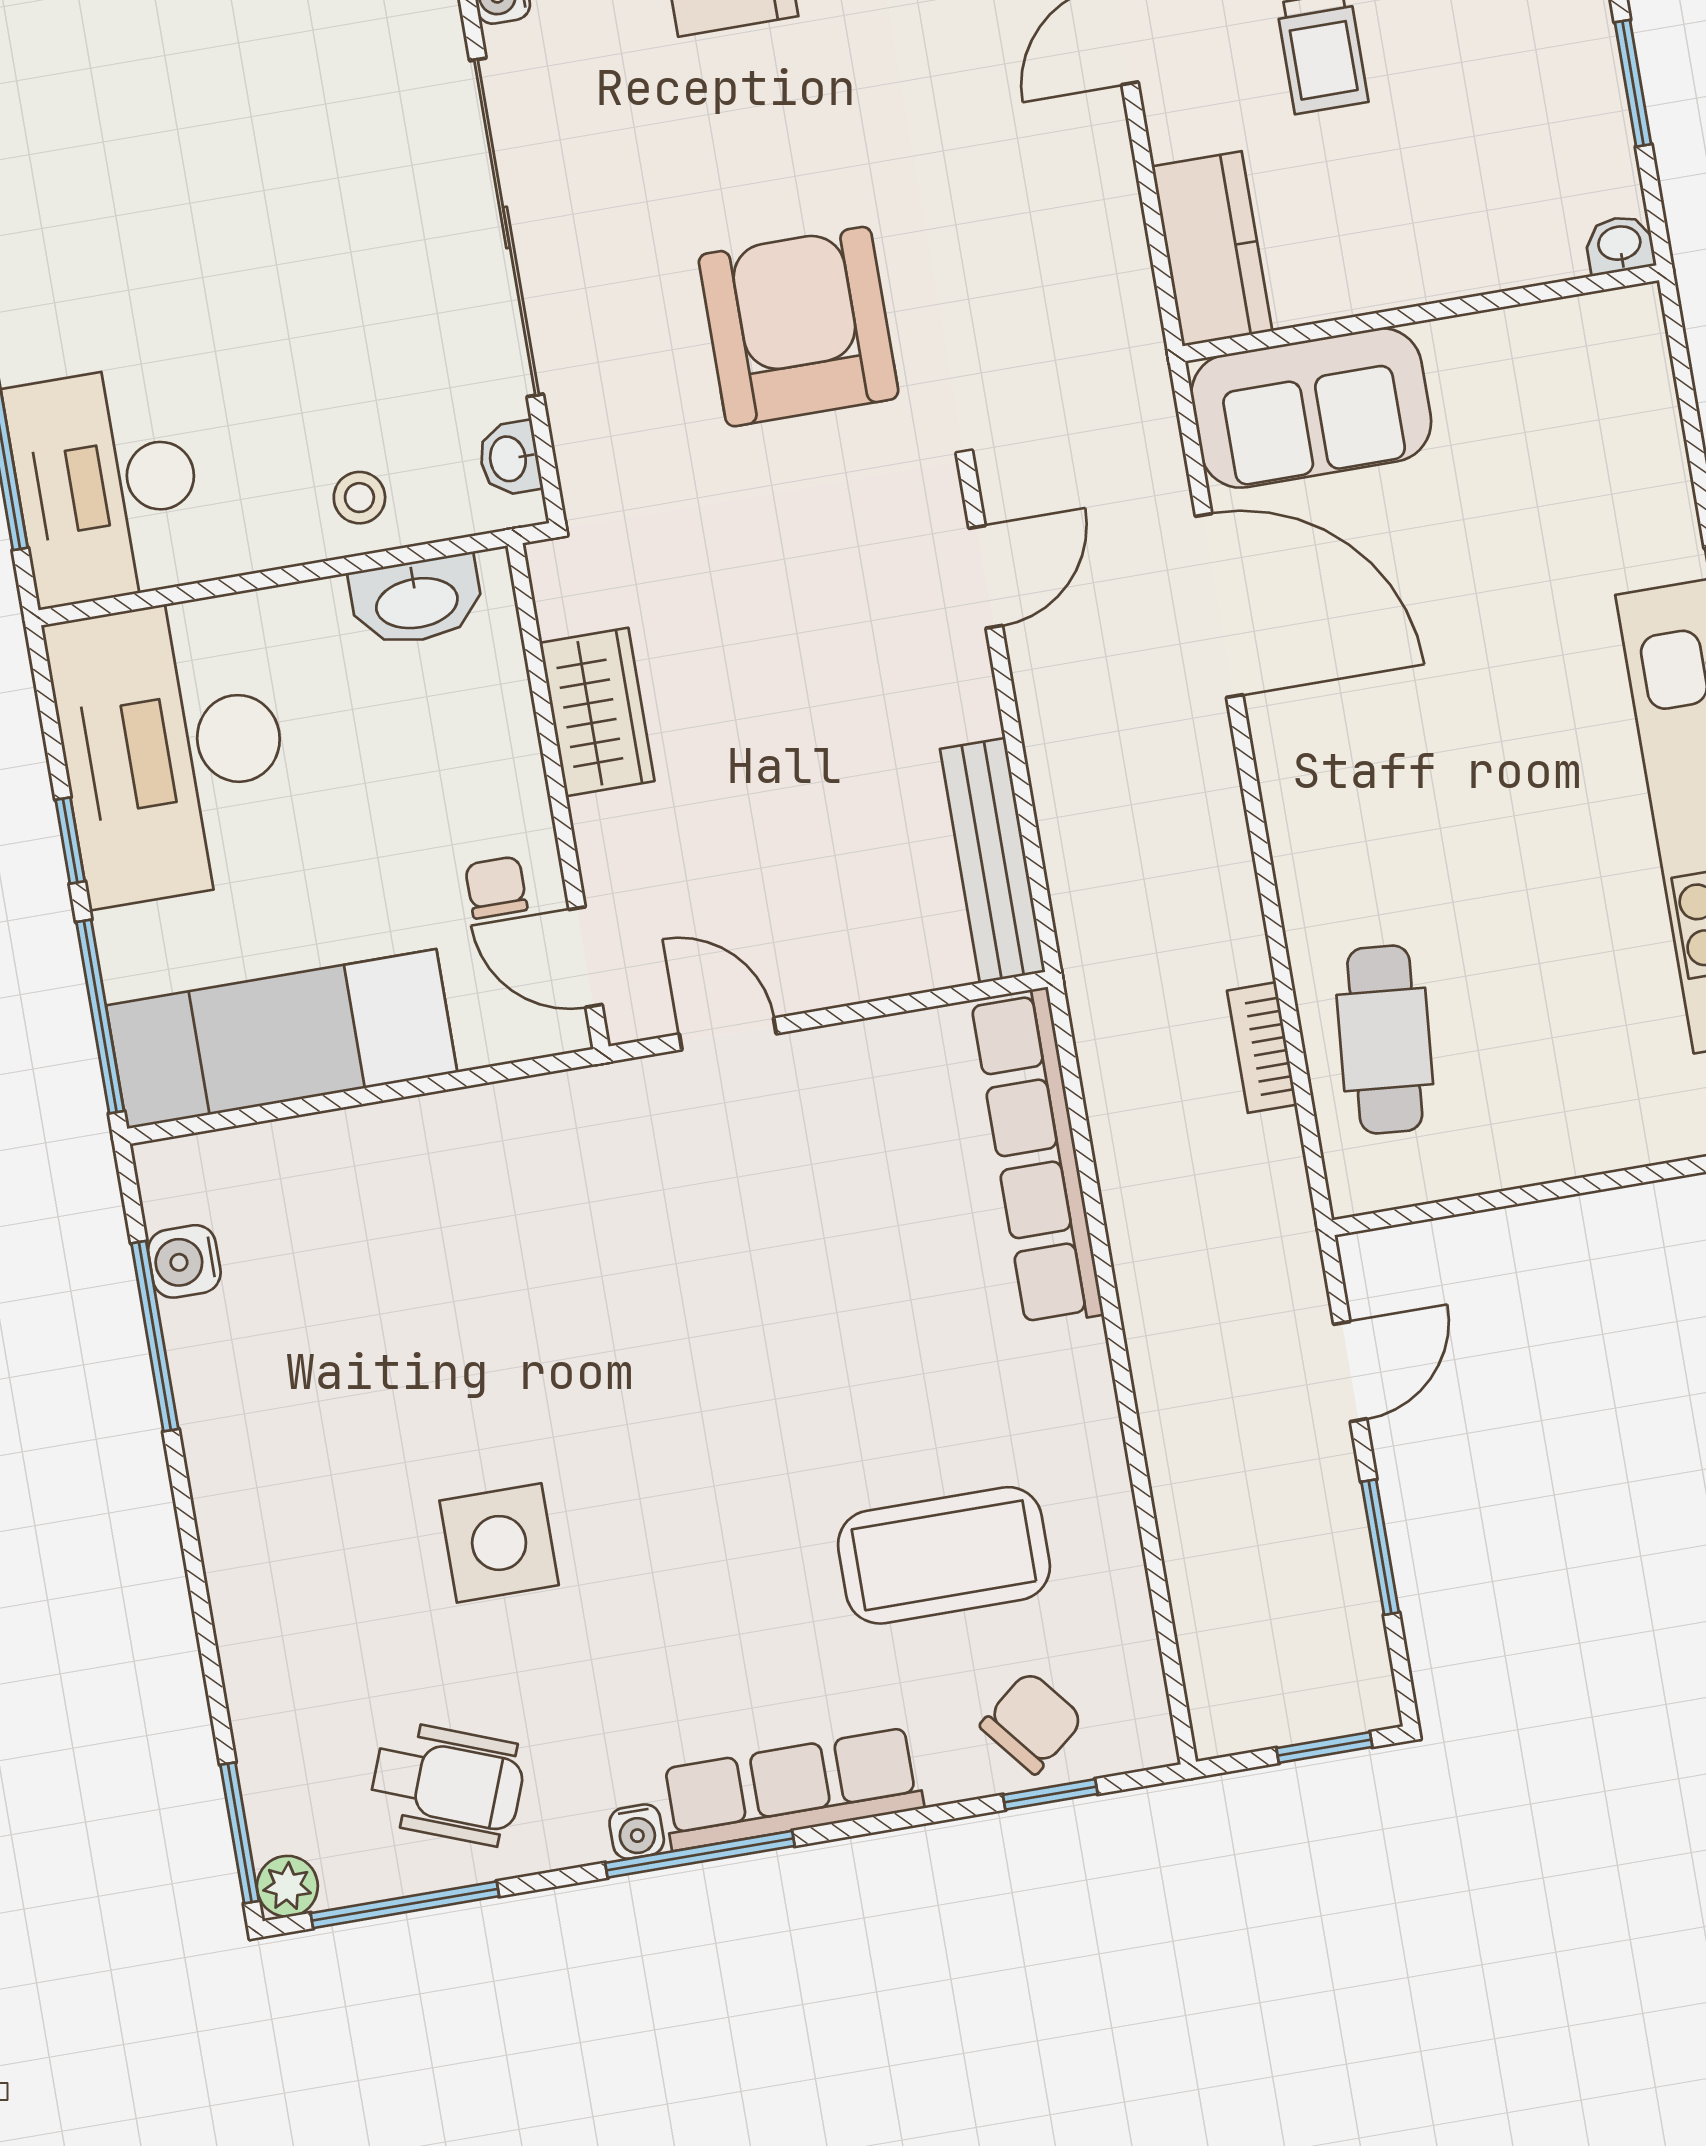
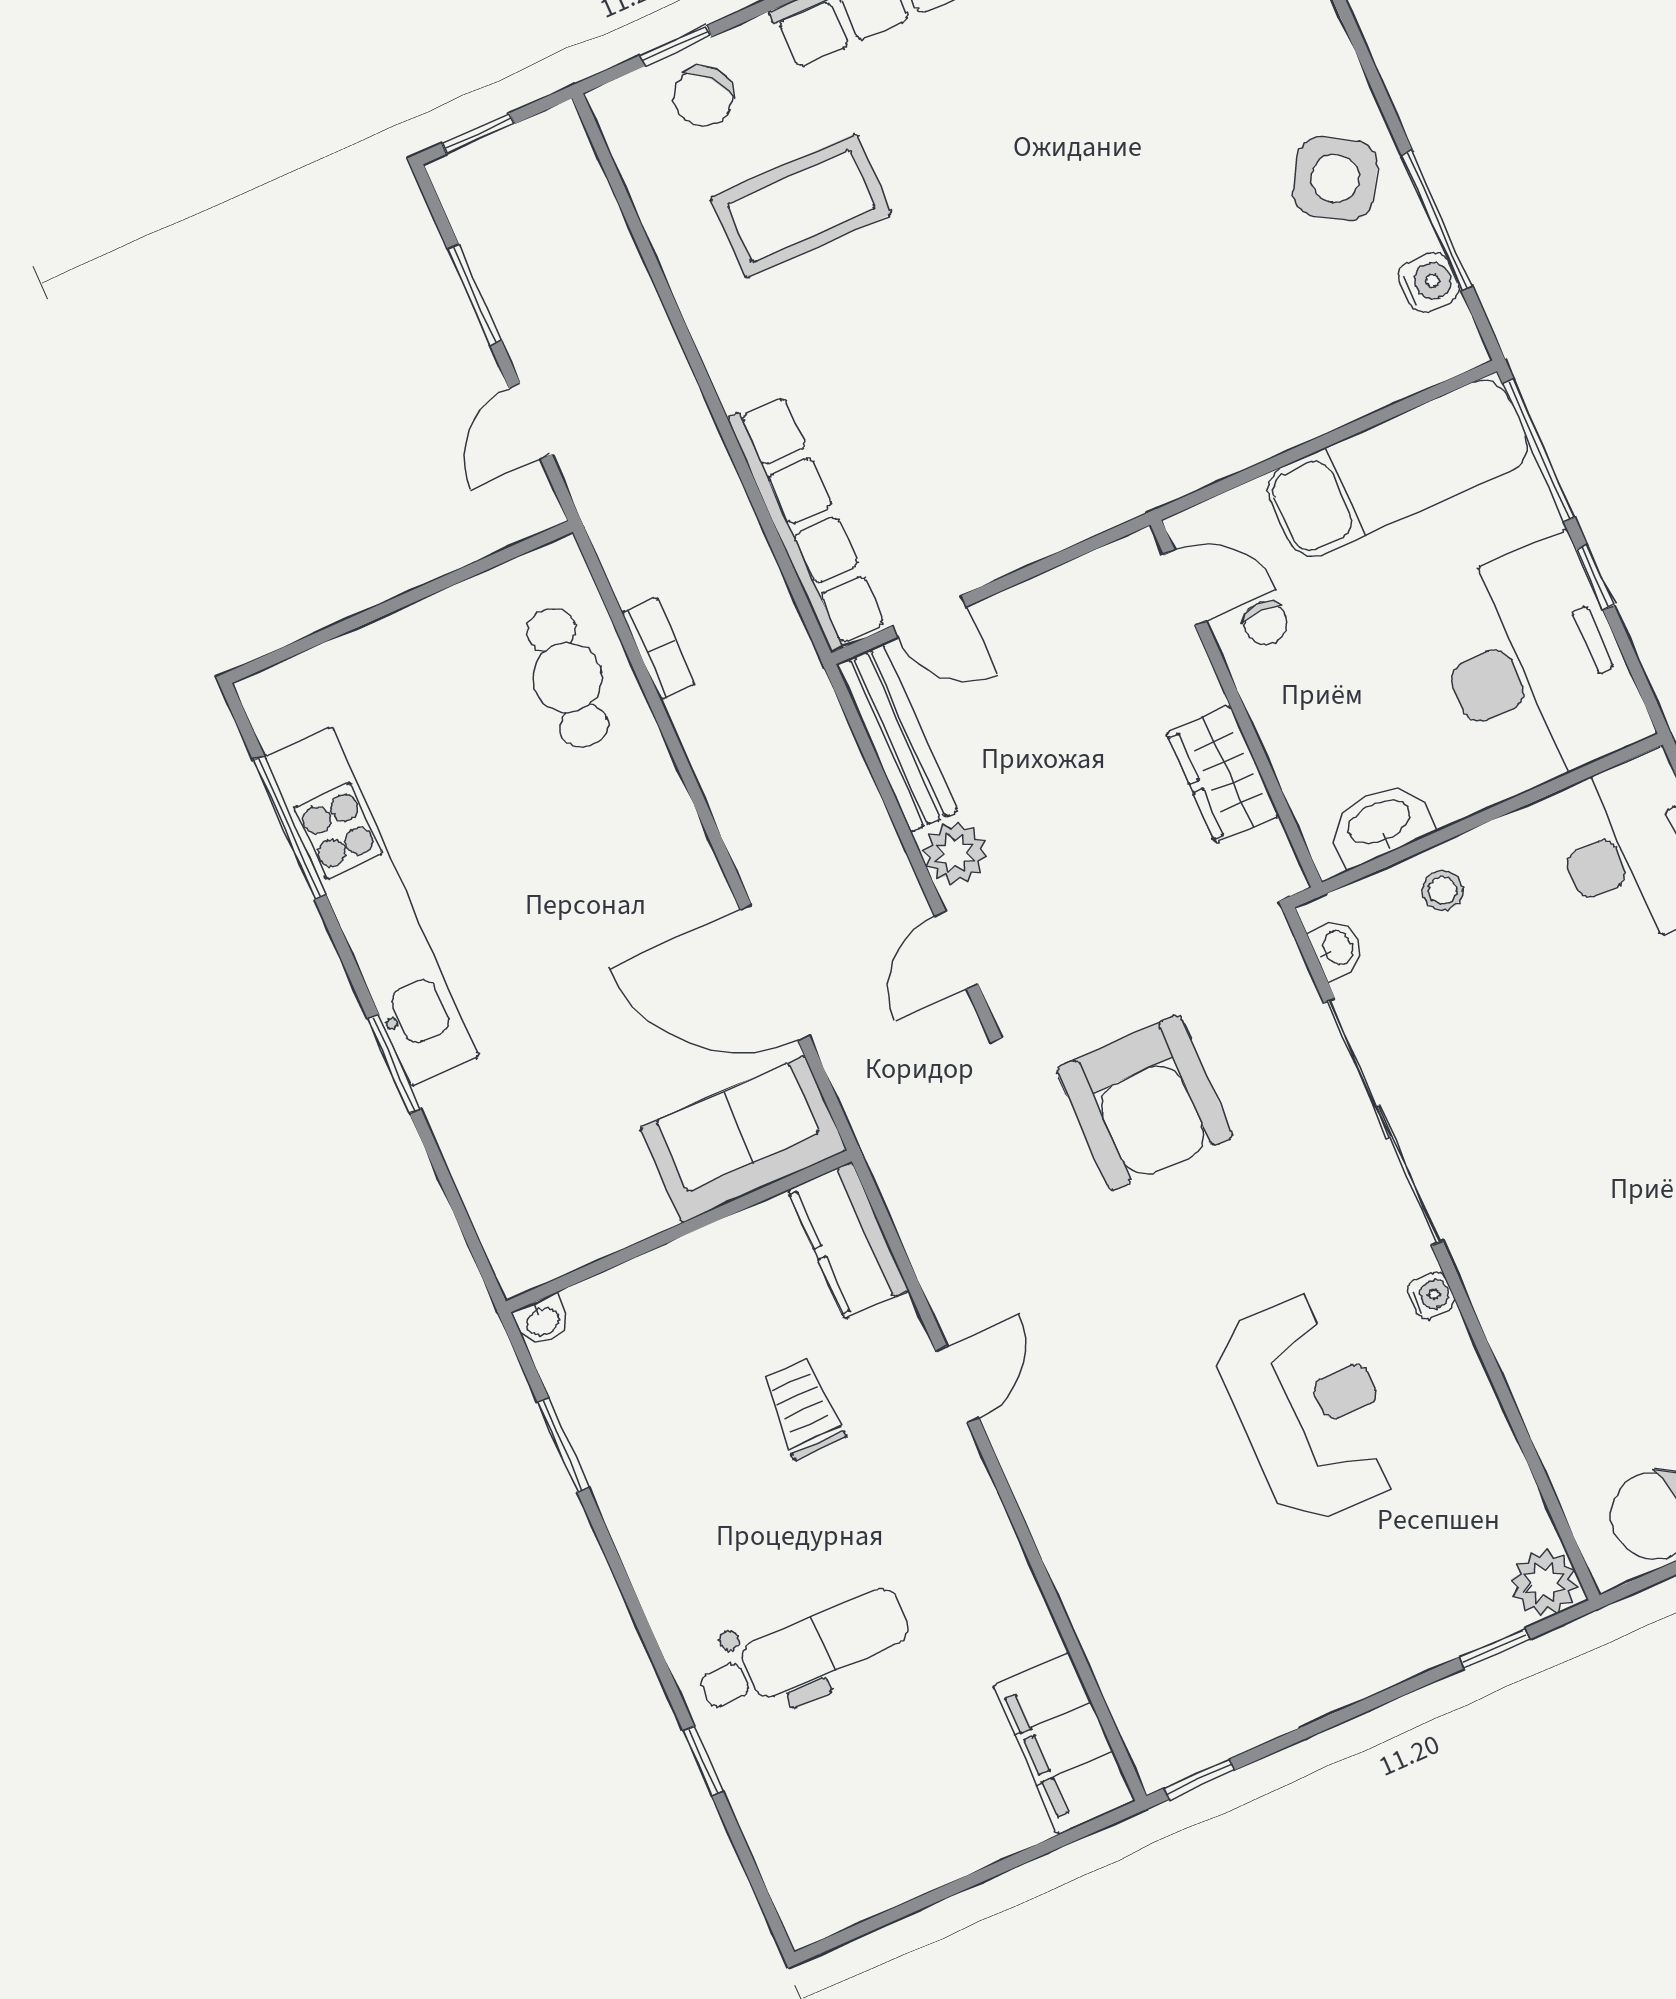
plant: (956, 698) -> (955, 853), added
door: (728, 1034) -> (929, 616), moved
side table: (499, 1543) -> (1335, 179), moved, turned 32

